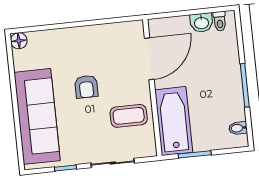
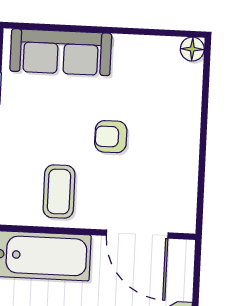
sofa: (37, 116) -> (61, 52), width x0.74, depth x0.79

